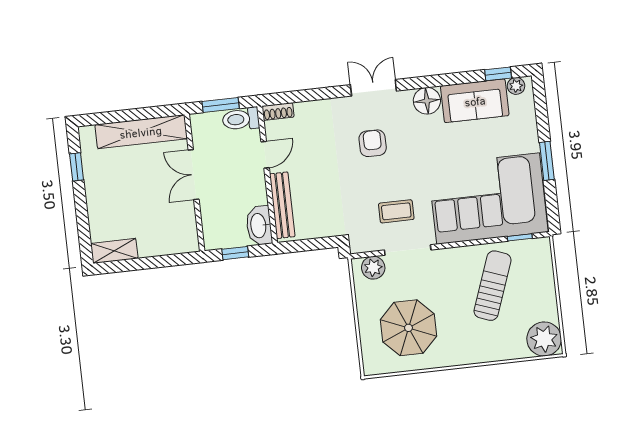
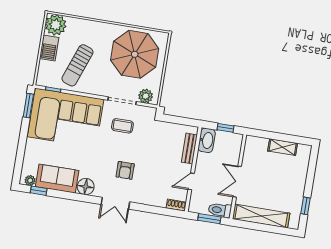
toilet: (241, 119) -> (220, 210), moved, turned 180
window: (547, 161) -> (28, 106), moved
double door: (194, 175) -> (237, 182), swing flipped
bench: (282, 205) -> (189, 149), width x0.73
shelving: (114, 251) -> (283, 147), moved
barbecue: (544, 300) -> (49, 48), added
parasol: (409, 328) -> (135, 54), width x1.36, depth x1.36

